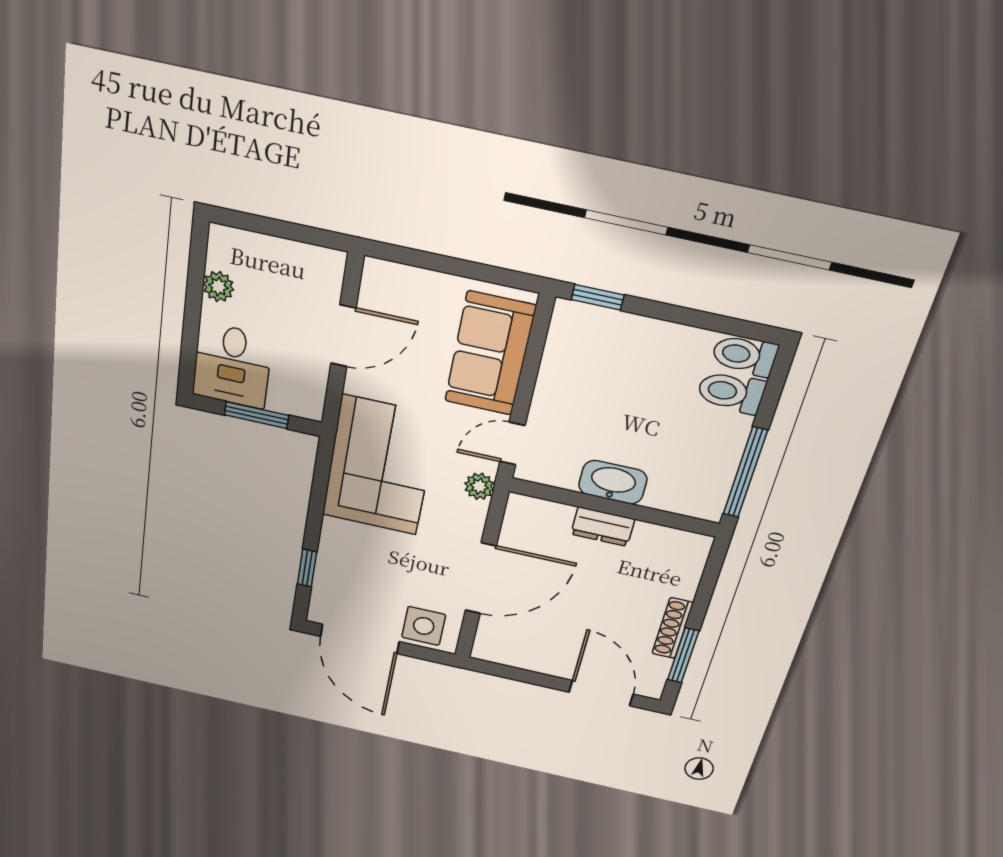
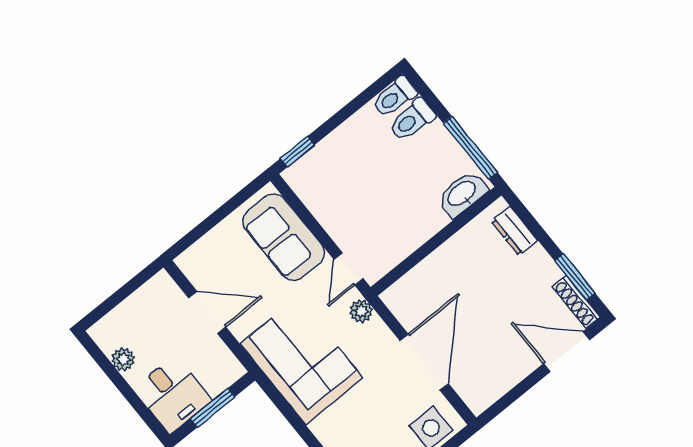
door: (343, 336) -> (207, 313), hinge flipped
washbasin: (613, 482) -> (462, 194), moved
dresser: (603, 527) -> (514, 231), moved, turned 90
shoe rack: (673, 628) -> (576, 302), moved

